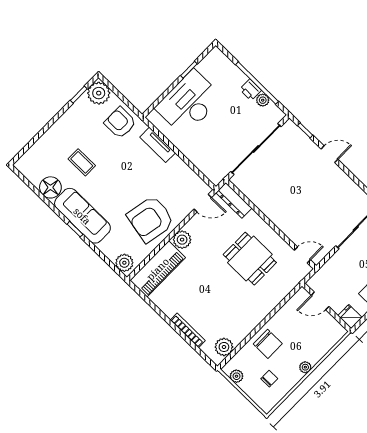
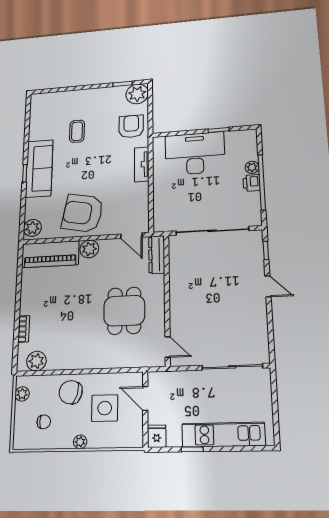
plant: (263, 100) -> (252, 167), moved
floor lamp: (50, 187) -> (39, 130), removed
bookcase: (188, 330) -> (24, 329), width x0.64
side table: (300, 332) -> (105, 408), added
chair: (268, 344) -> (71, 392), turned 106

